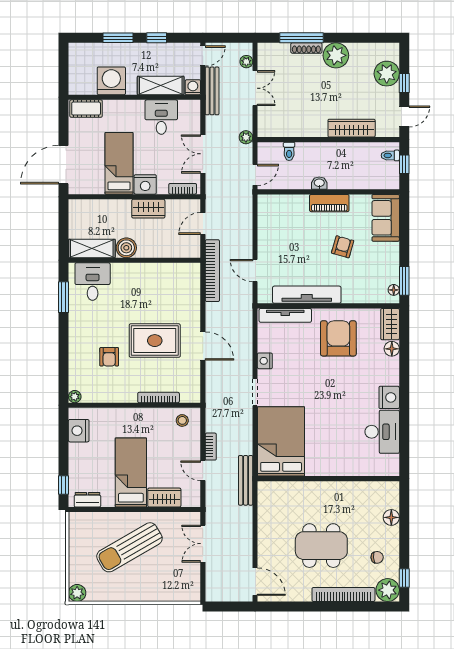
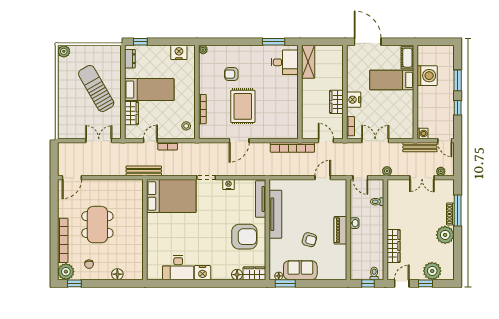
shelving: (161, 86) -> (424, 111), removed
desk: (161, 117) -> (401, 111), removed
door: (404, 117) -> (402, 283), swing flipped
bed: (119, 163) -> (392, 80), moved, turned 180
sofa: (386, 218) -> (300, 270), moved
boiler: (126, 248) -> (309, 86), removed
door: (255, 270) -> (323, 178), moved

